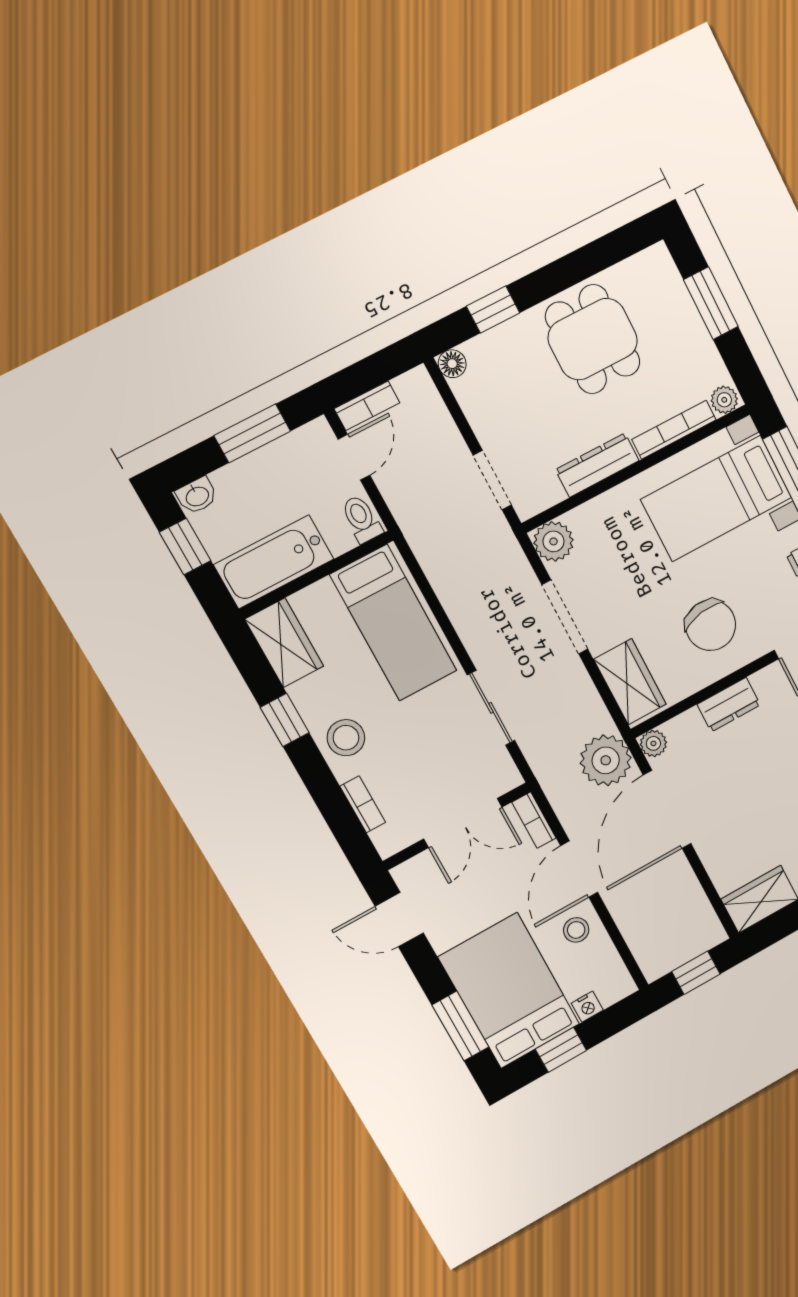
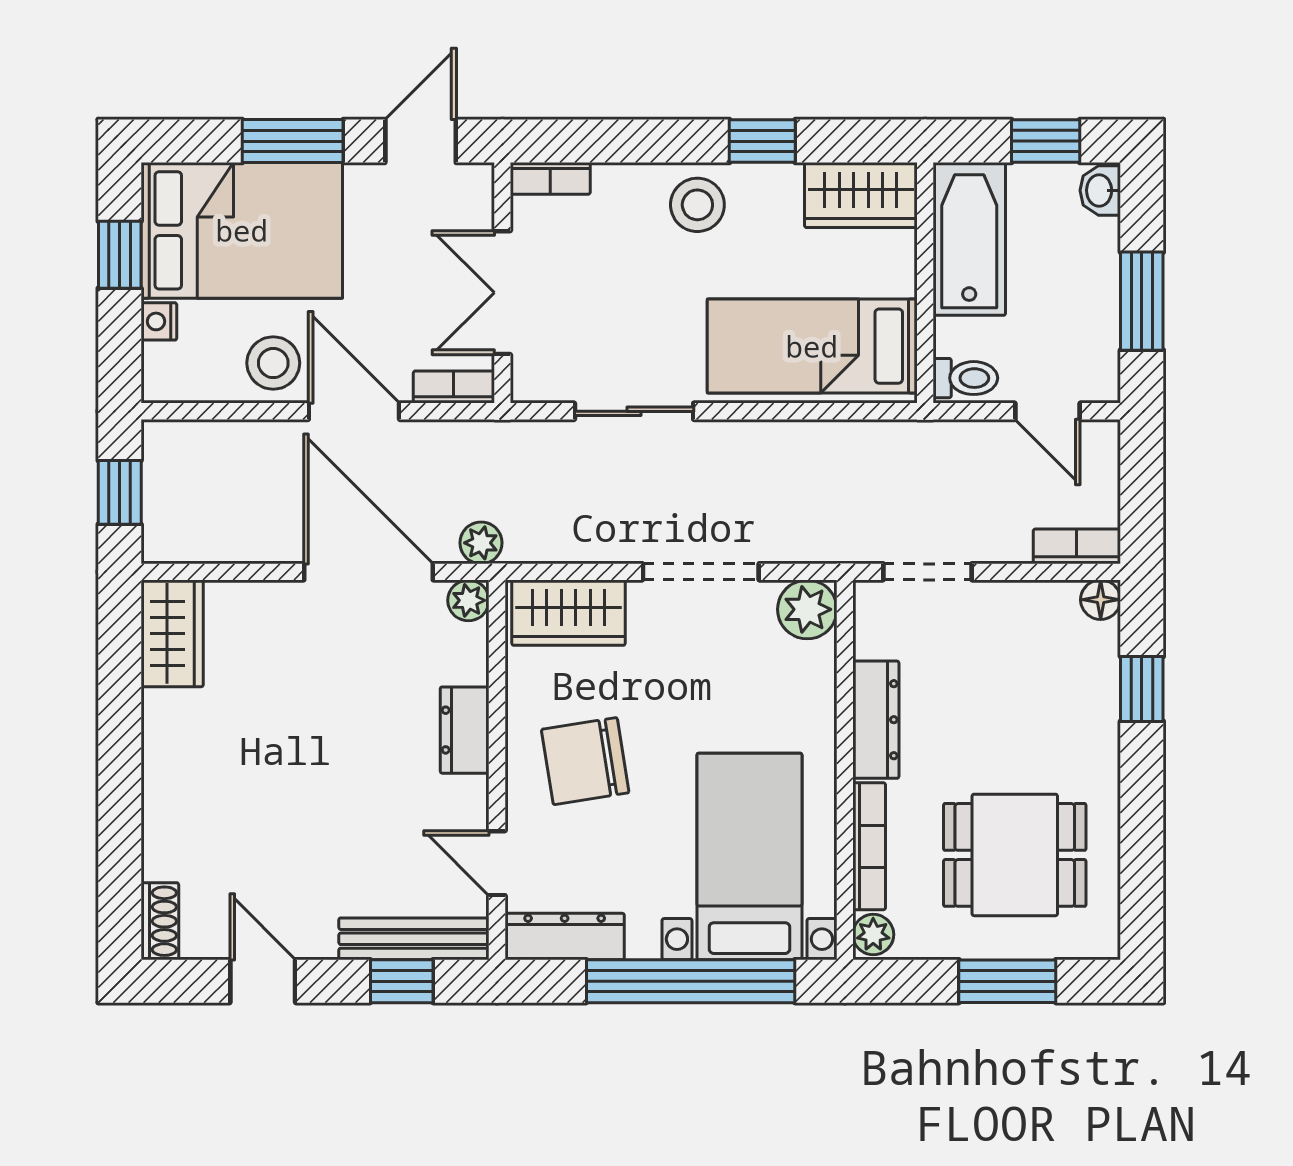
dining table: (593, 339) -> (1015, 855), moved
bookcase: (367, 406) -> (1077, 546), moved, turned 90
plant: (606, 760) -> (481, 543), width x0.53, depth x0.53
bookcase: (363, 804) -> (550, 178), moved
stool: (576, 930) -> (273, 363), width x1.37, depth x1.37
window: (460, 1026) -> (293, 141), moved

